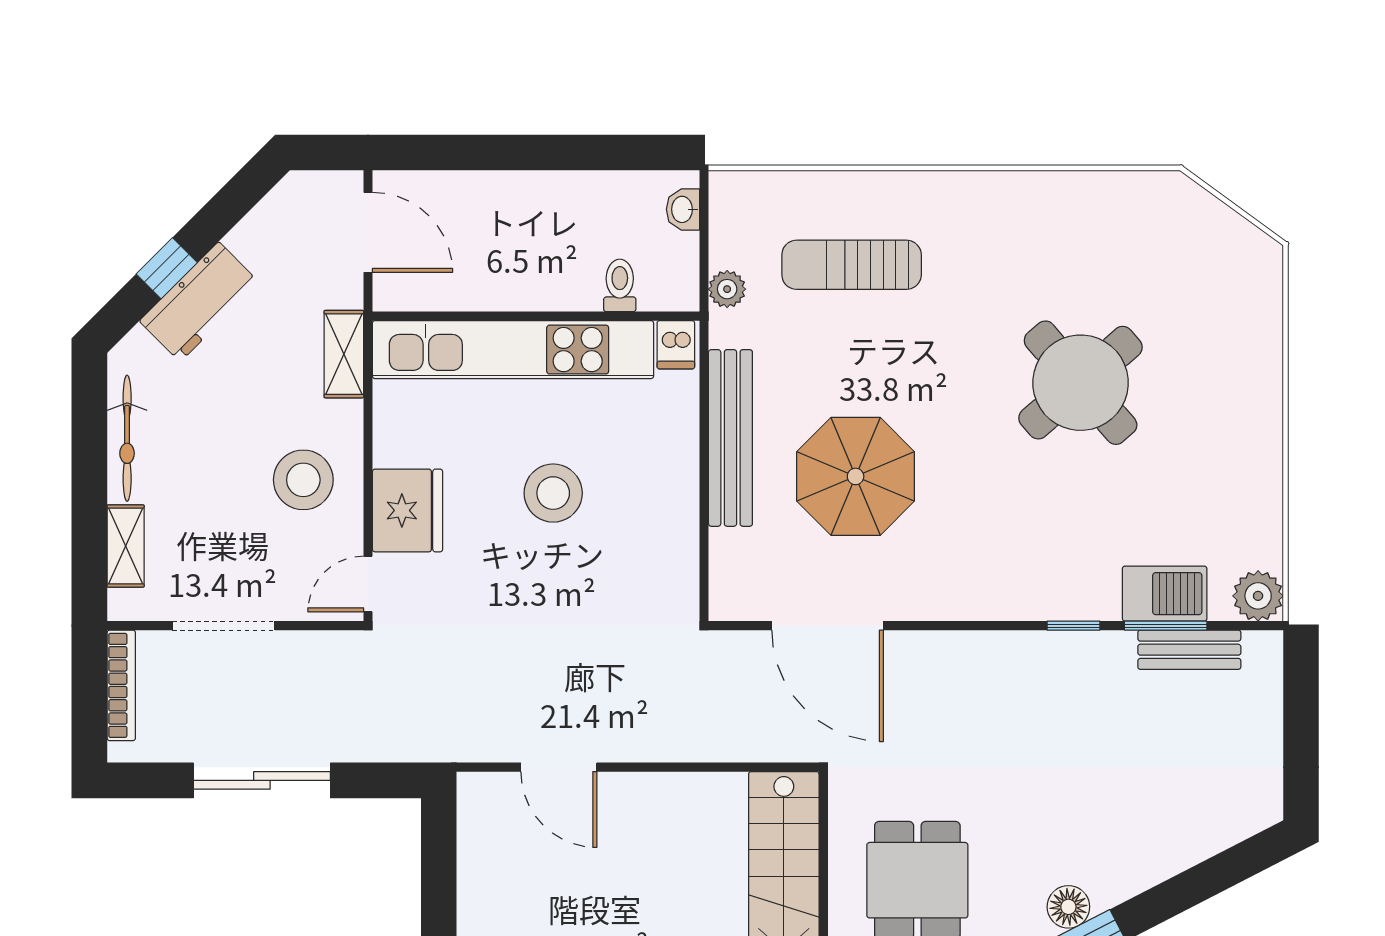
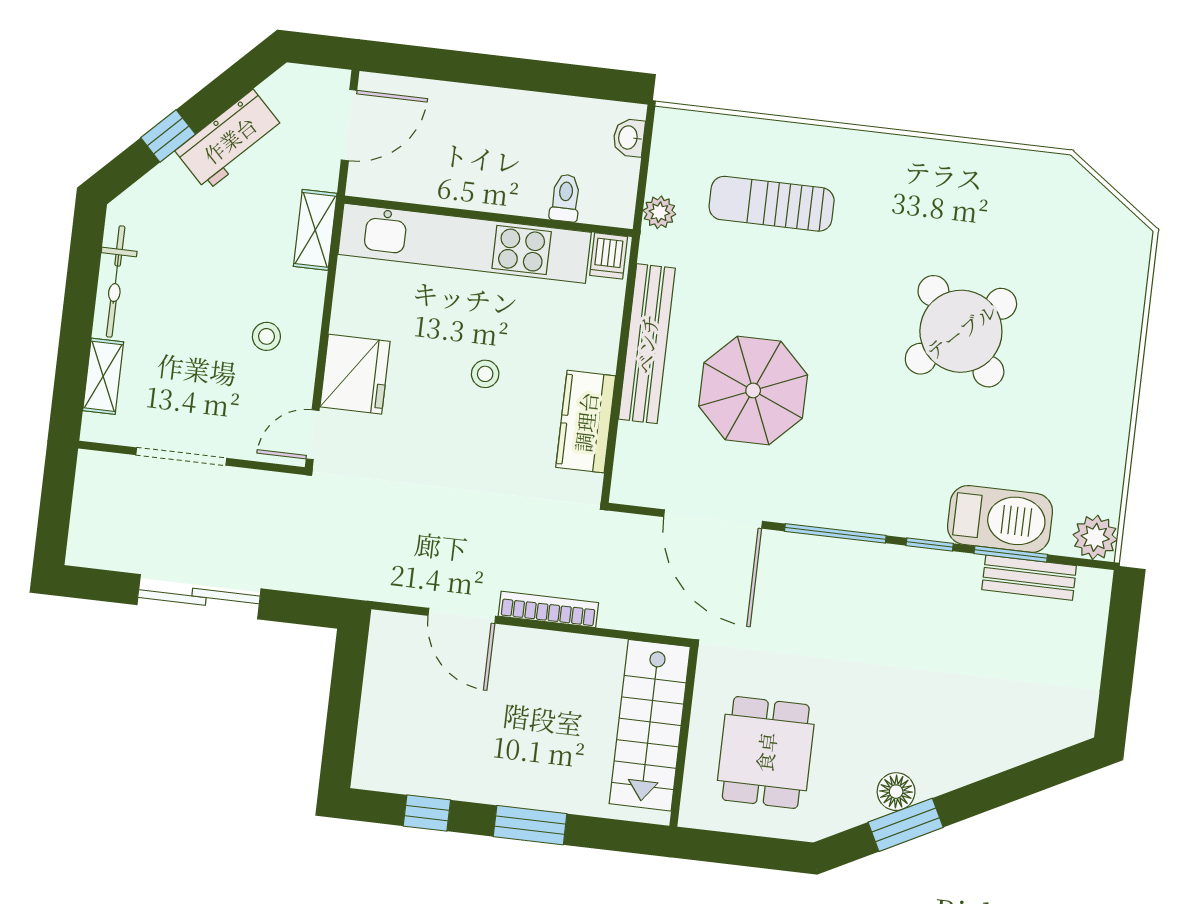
door: (368, 232) -> (349, 125), hinge flipped
workbench: (199, 302) -> (230, 140), moved
stool: (303, 480) -> (266, 336), width x0.53, depth x0.53
stool: (553, 493) -> (485, 374), width x0.53, depth x0.53
kitchen counter: (672, 533) -> (586, 422), added
barbecue: (1165, 594) -> (1000, 519), width x1.37, depth x1.21
window: (966, 626) -> (835, 533), added
bookcase: (121, 685) -> (548, 609), moved, turned -90

